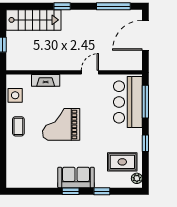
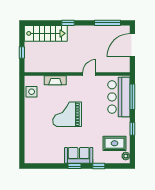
coffee table: (18, 126) -> (34, 116), removed

